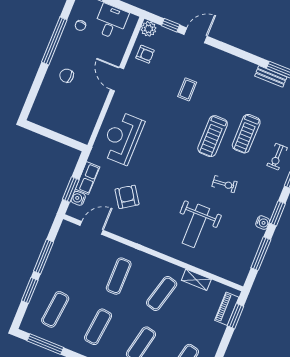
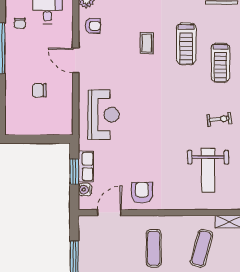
chair: (67, 76) -> (39, 90), moved
treadmill: (213, 136) -> (186, 44), moved
reception desk: (122, 138) -> (103, 115), turned 180
window: (71, 190) -> (74, 172), moved
armchair: (127, 197) -> (142, 193), moved, turned 34

